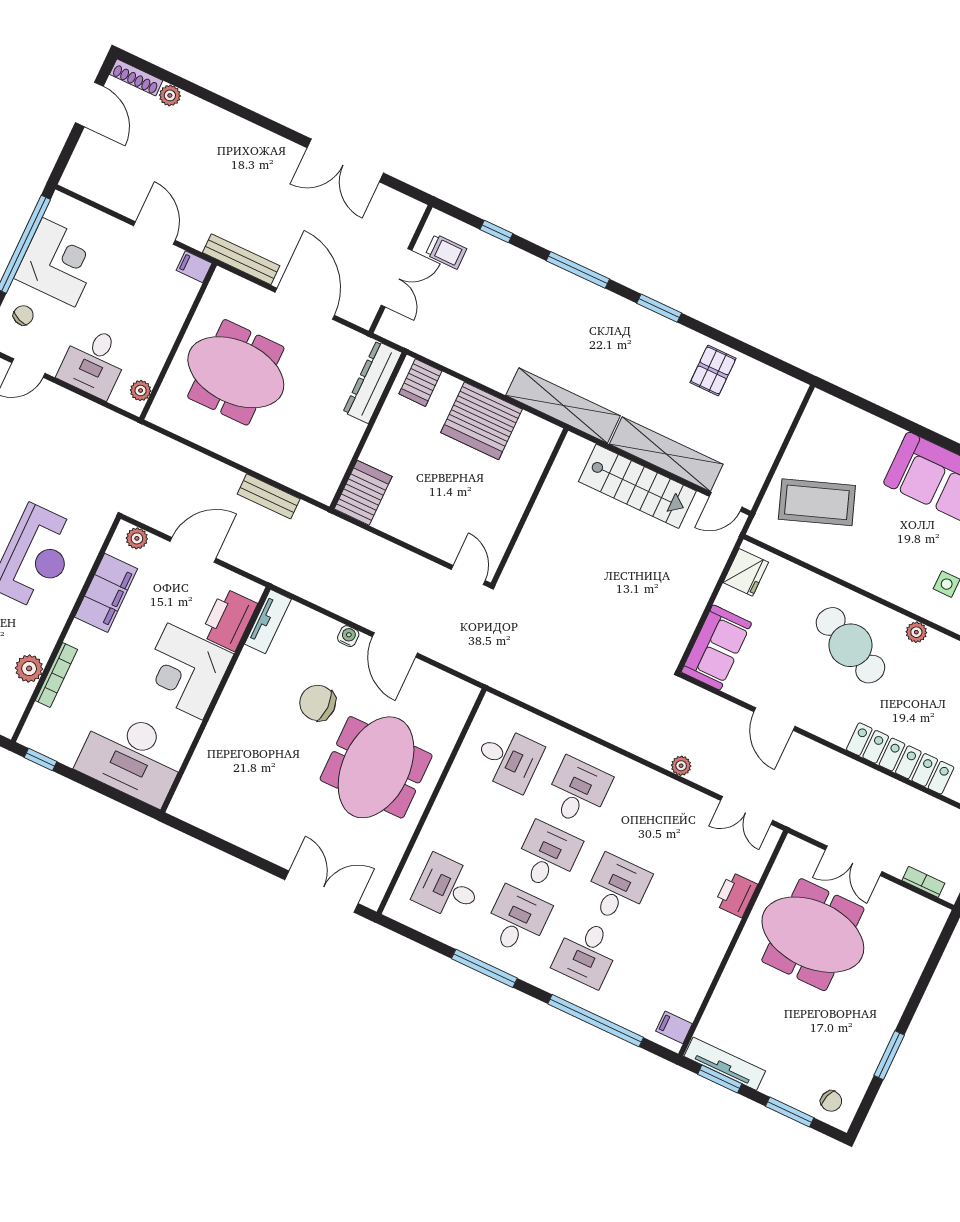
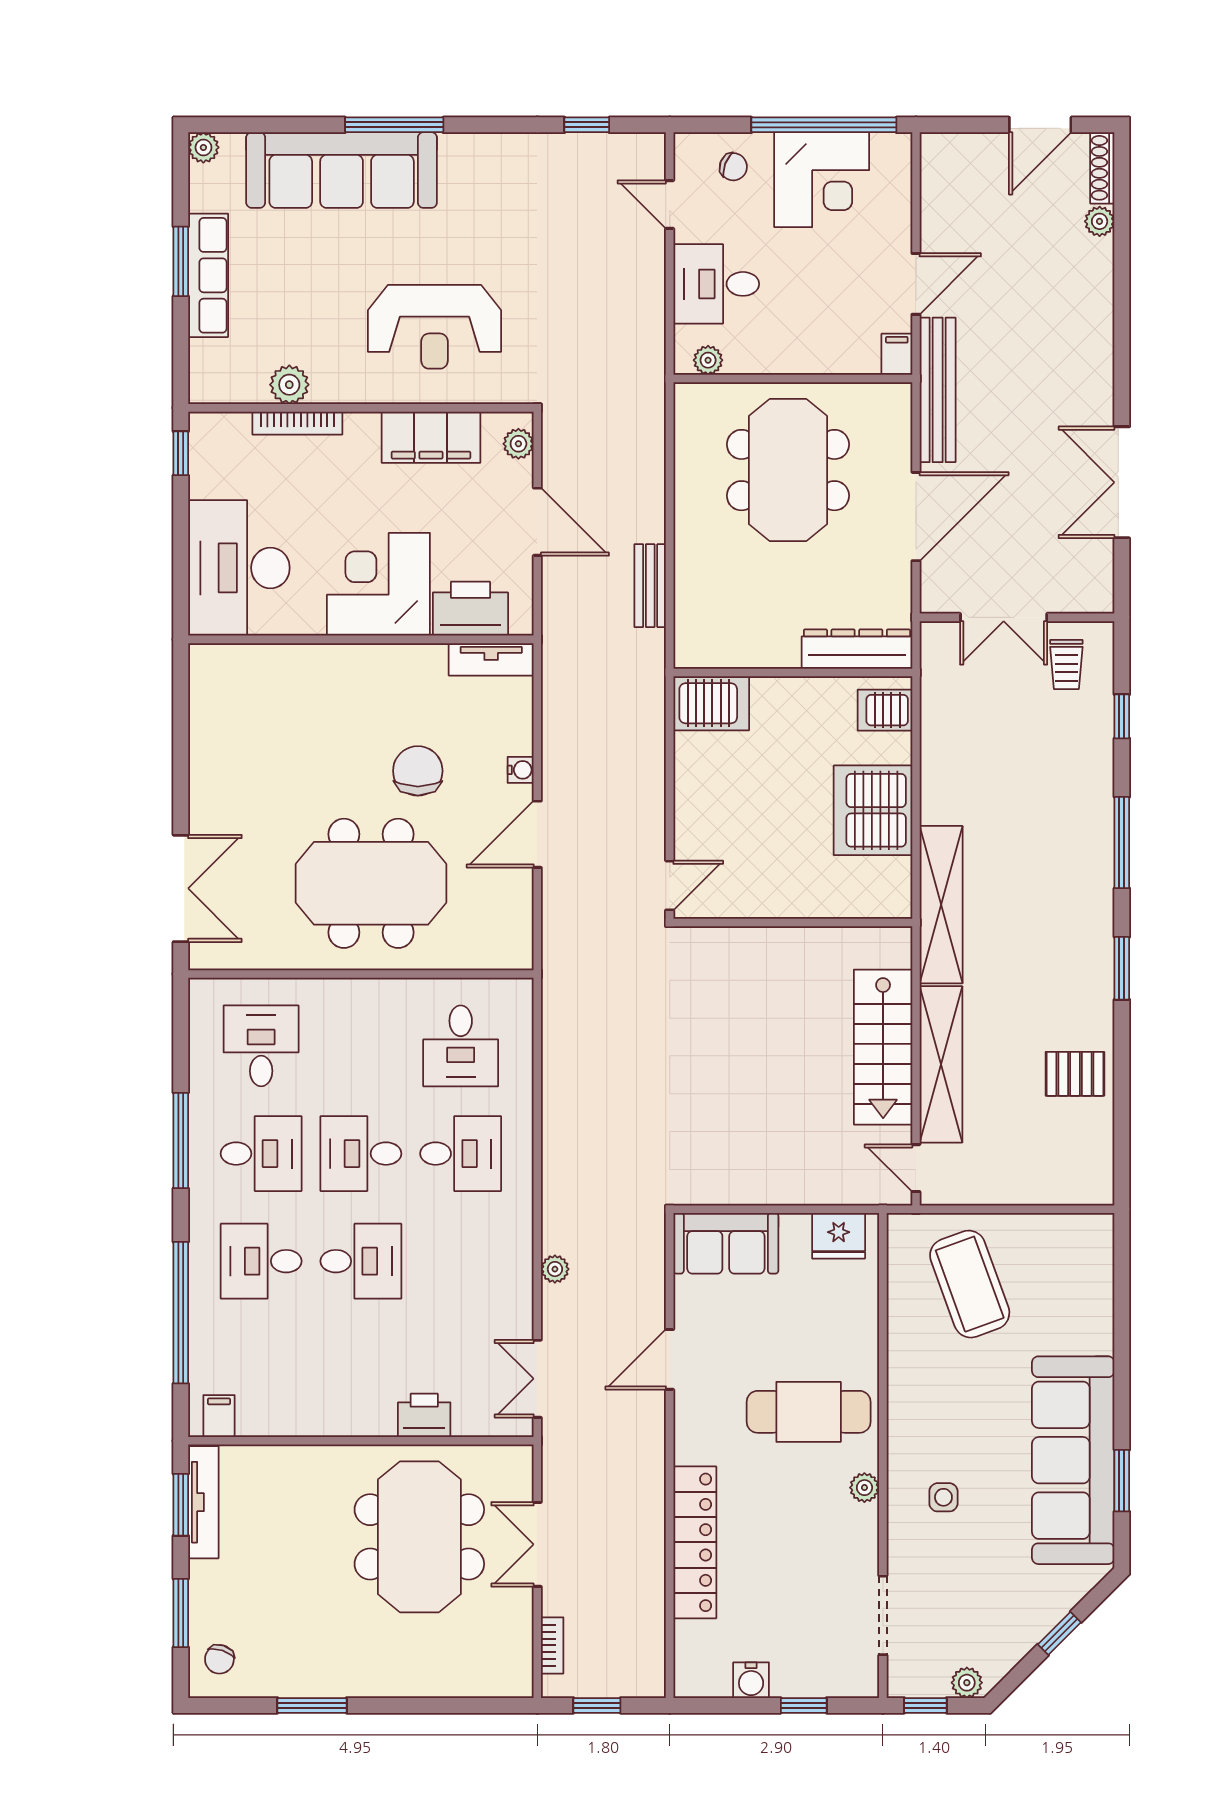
bench: (241, 259) -> (938, 390), width x1.37, depth x1.21
cafe table: (850, 645) -> (809, 1412), turned 65
desk: (548, 856) -> (361, 1154), turned 180

